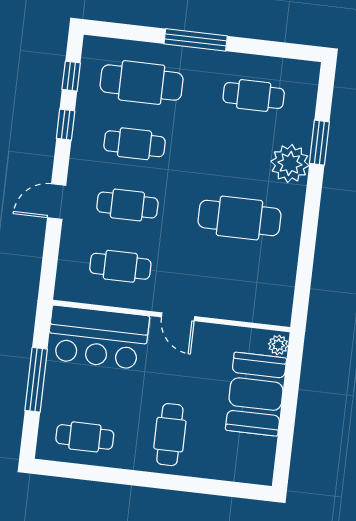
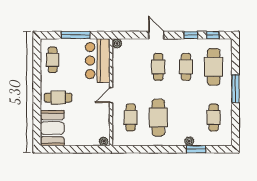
plant: (290, 163) -> (189, 141), width x0.53, depth x0.53
cafe table: (120, 266) -> (131, 117), moved
plant: (65, 290) -> (117, 43), added
booth: (256, 394) -> (52, 128), moved, turned 90

